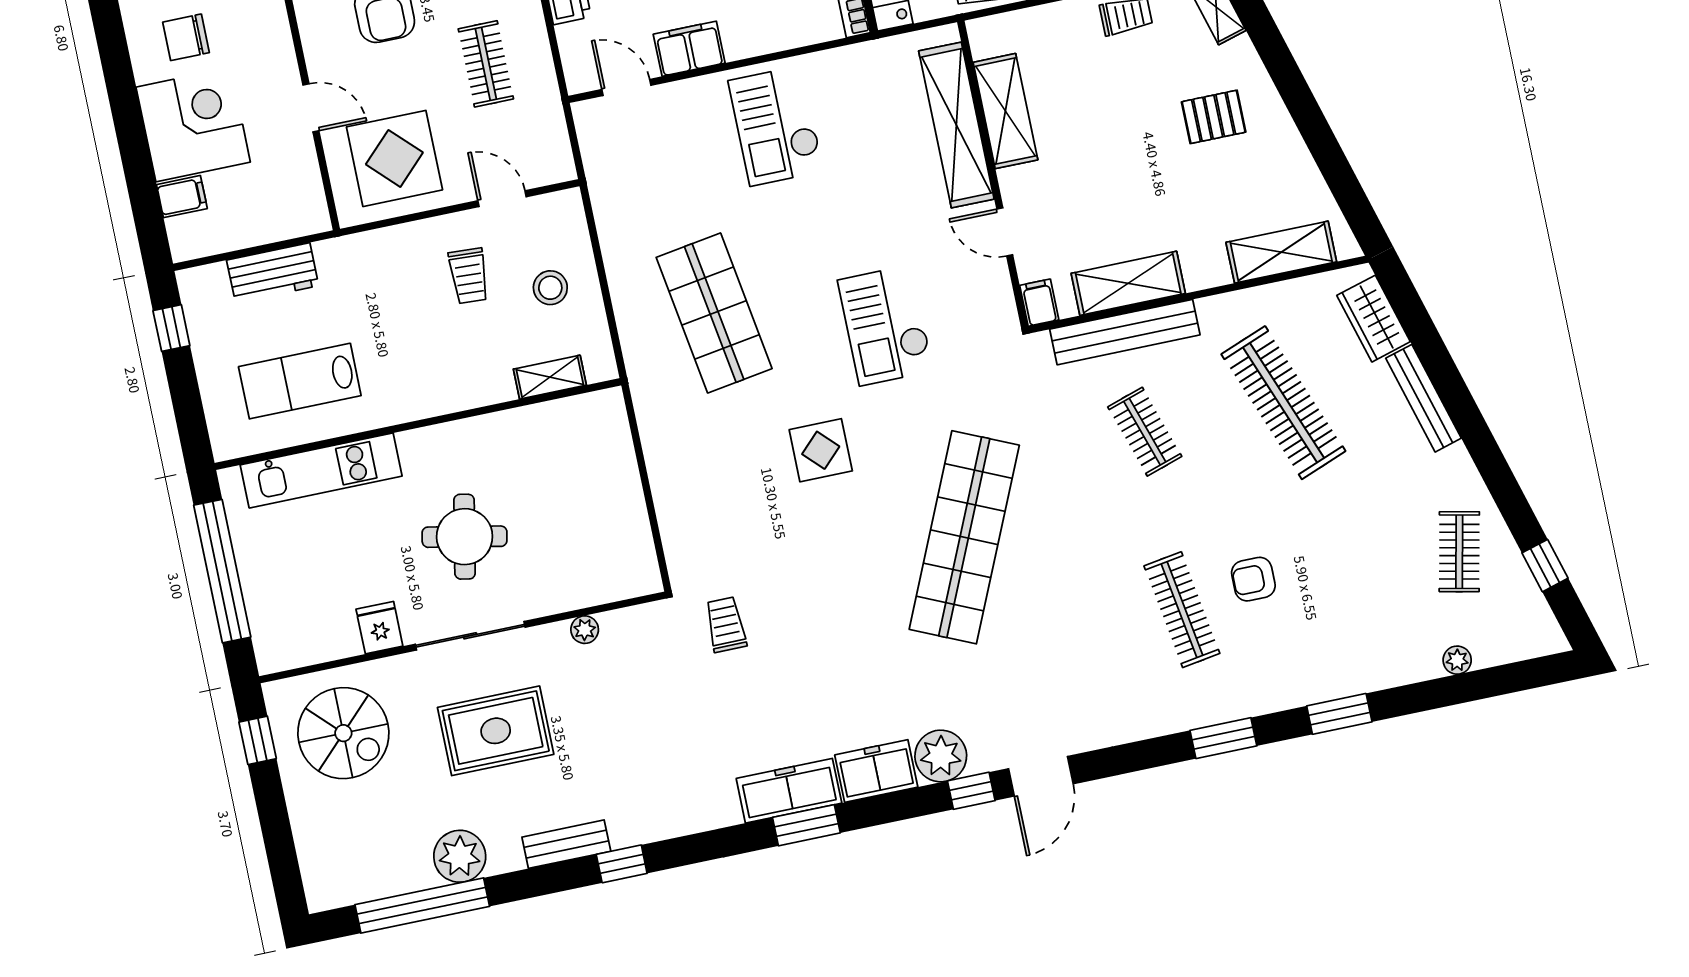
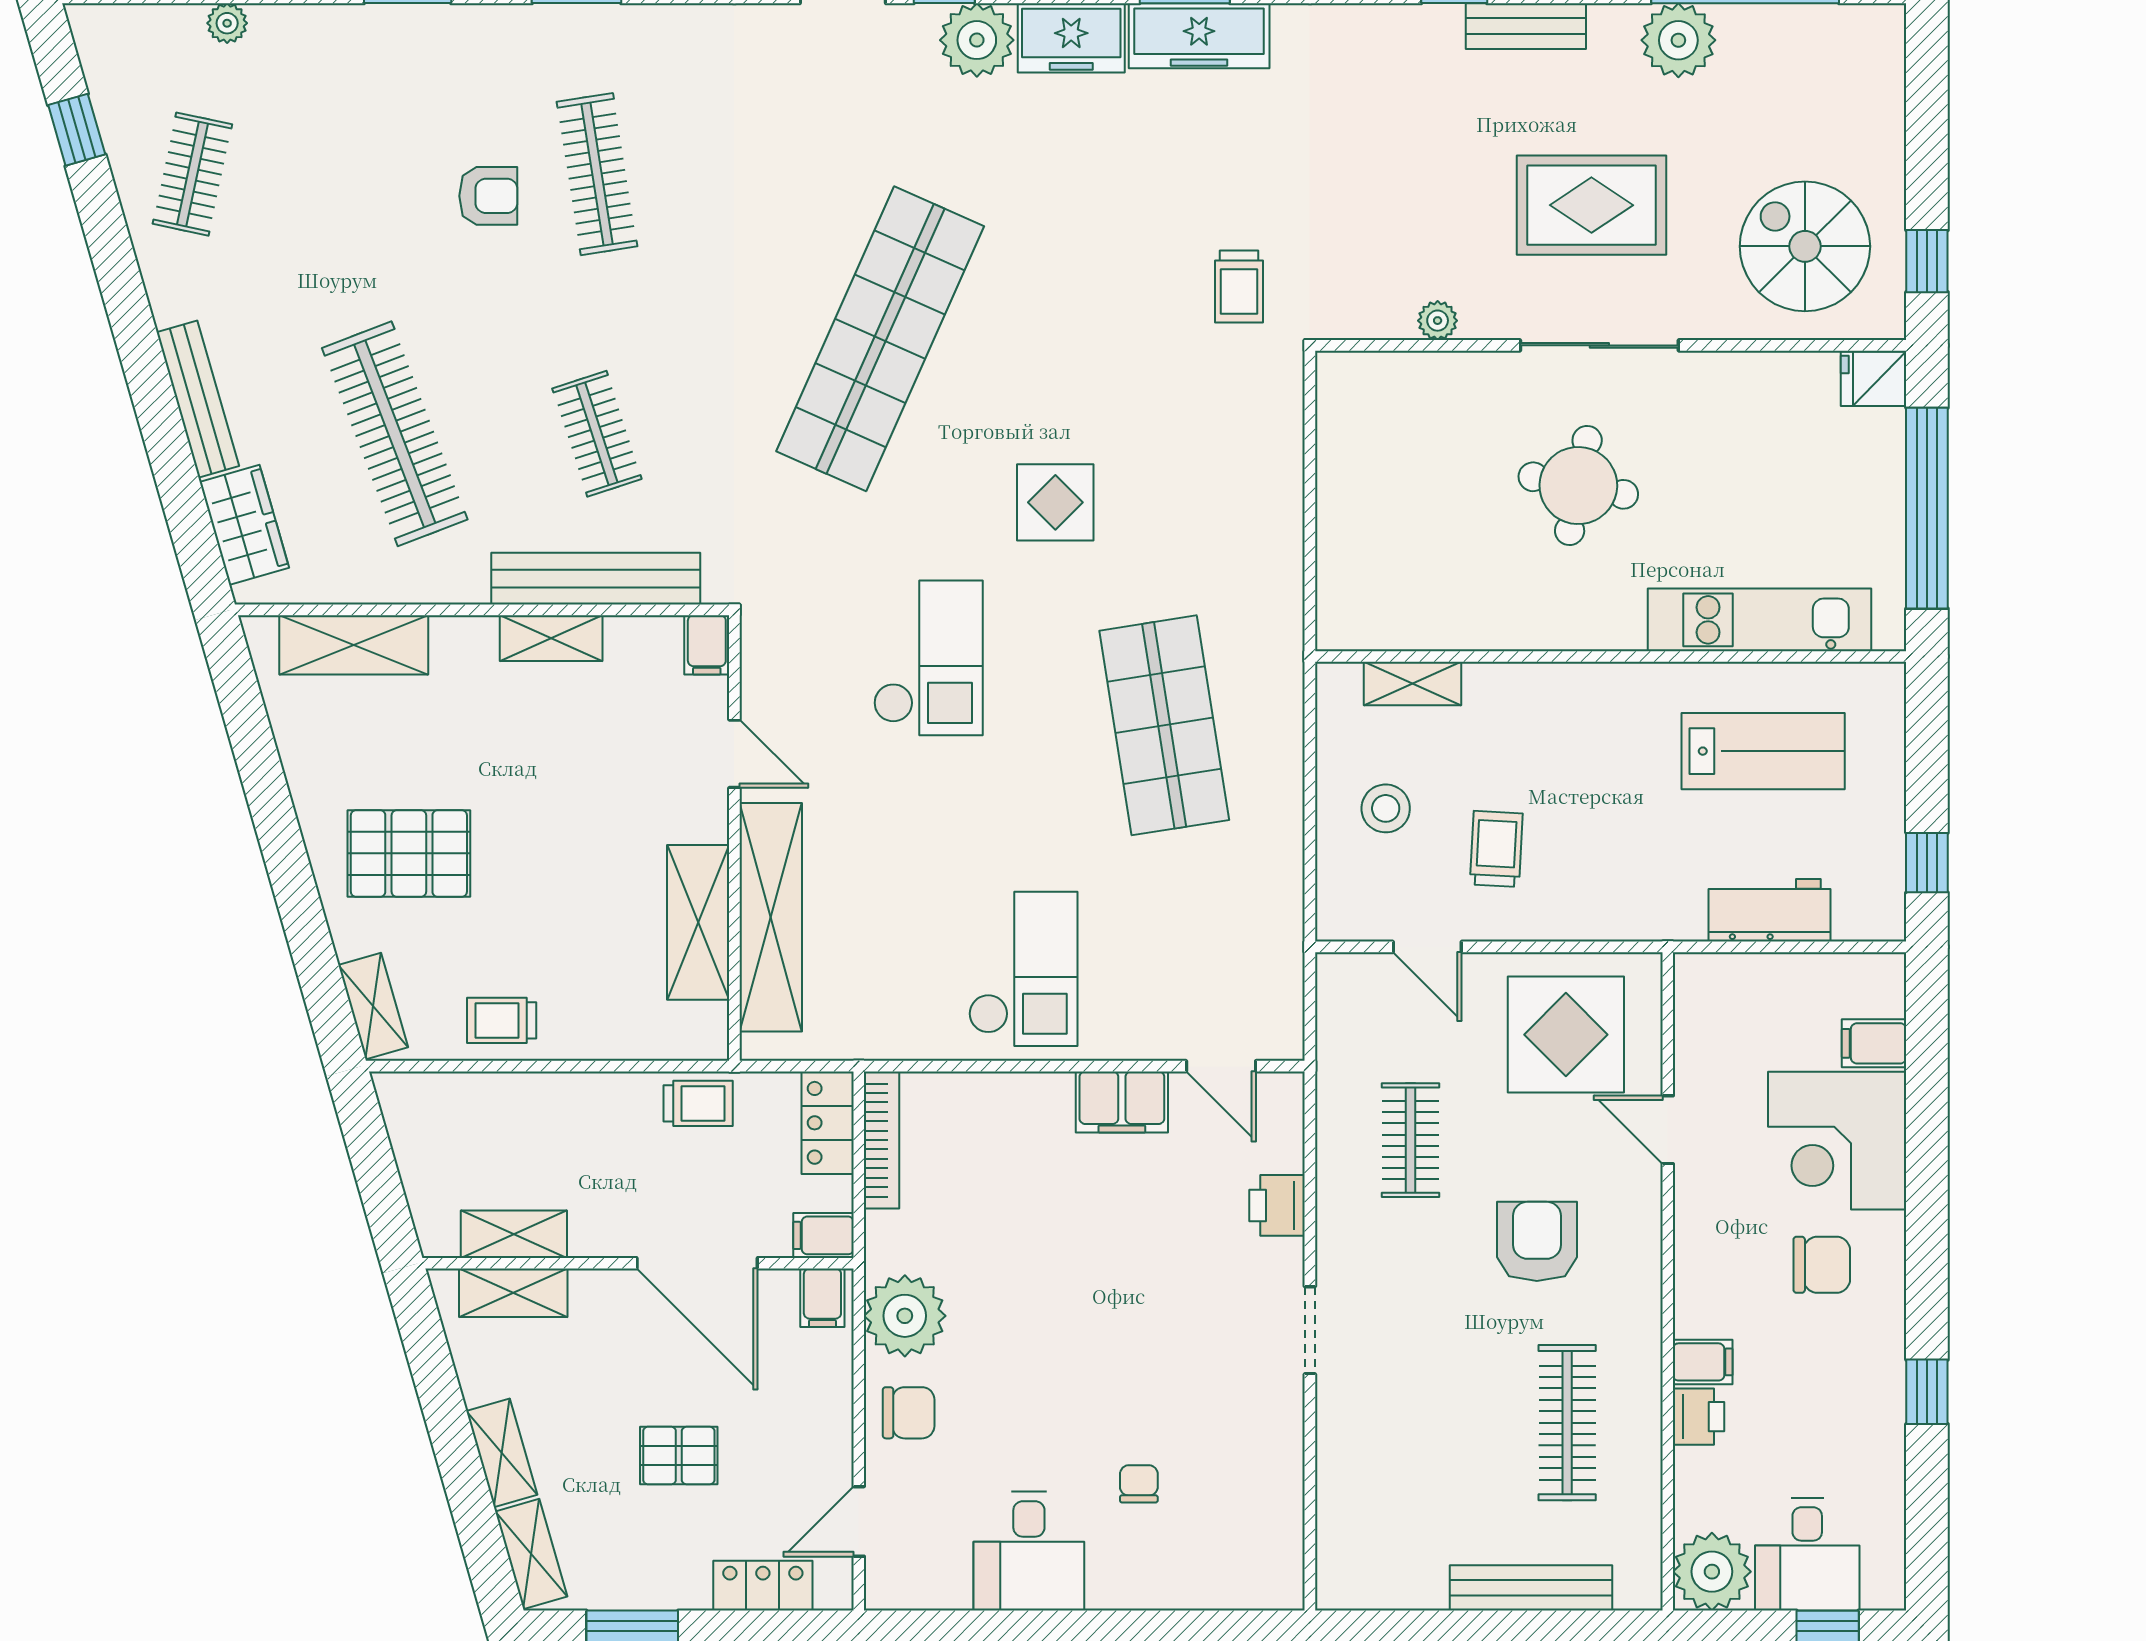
pallet: (1214, 117) -> (409, 853), width x1.50, depth x1.42
shelving: (1128, 283) -> (551, 638), width x0.67, depth x0.75
fridge: (379, 628) -> (1874, 379), moved, turned 90

